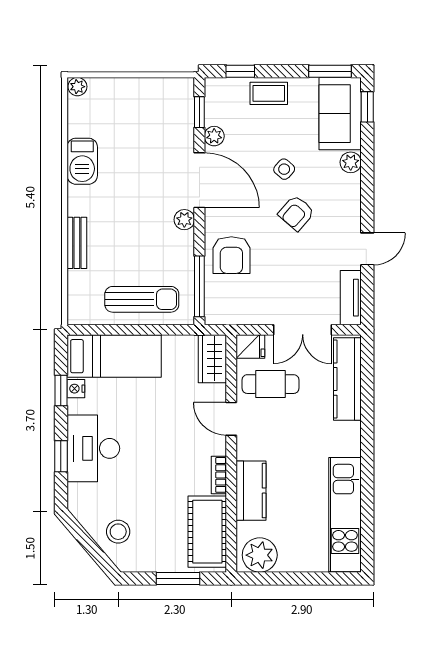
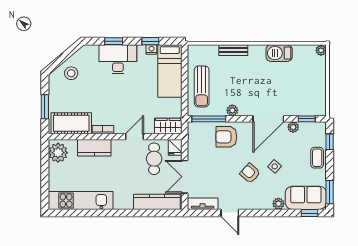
plant: (184, 220) -> (232, 110), moved

